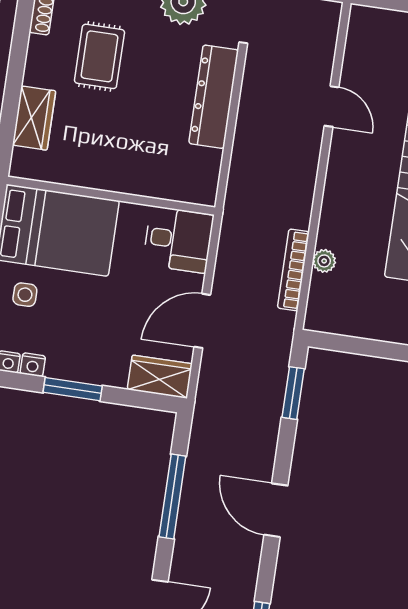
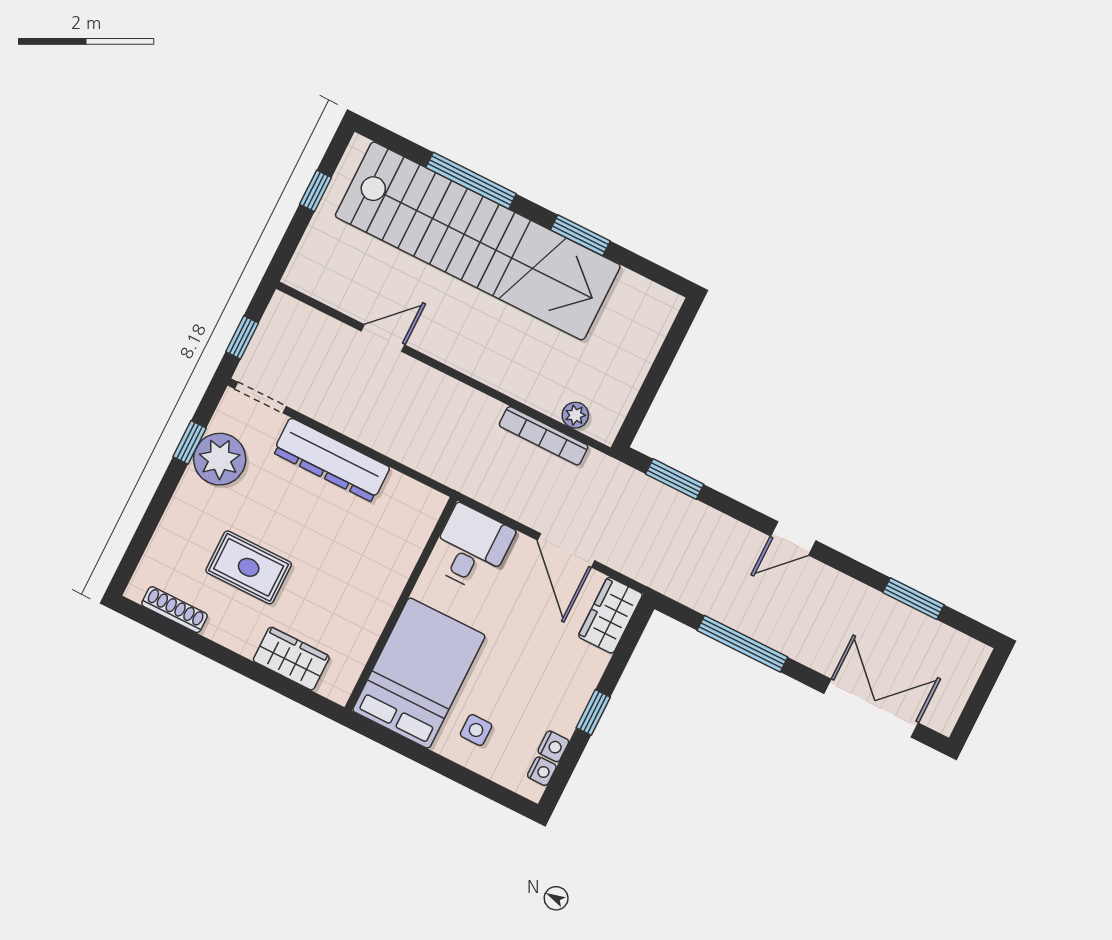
plant: (324, 261) -> (575, 415), moved
window: (73, 389) -> (593, 712), width x0.67
door: (276, 510) -> (793, 538), width x0.73

